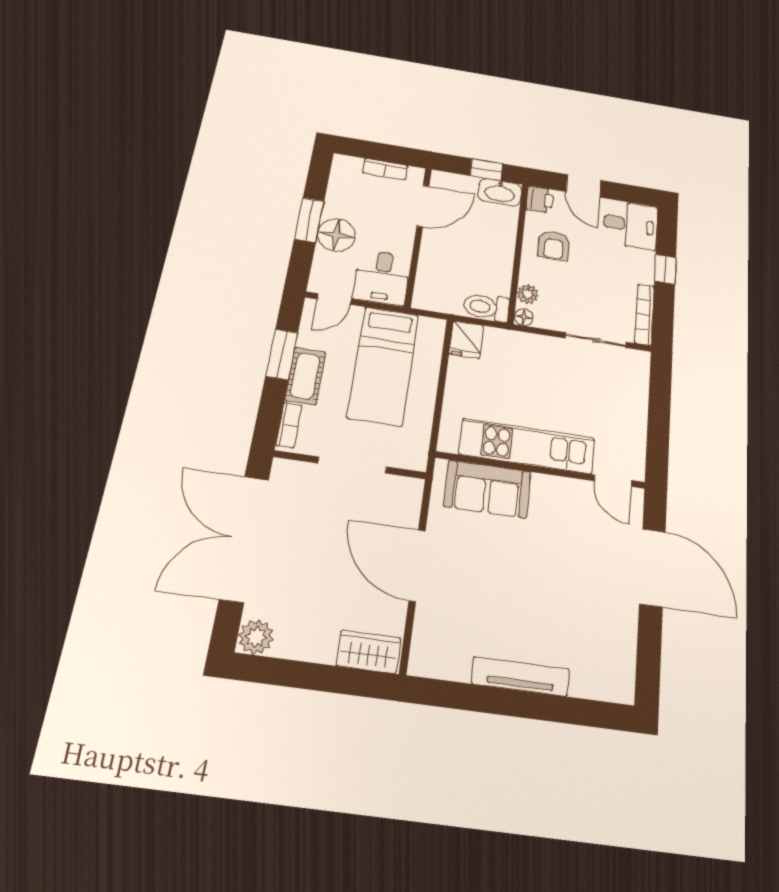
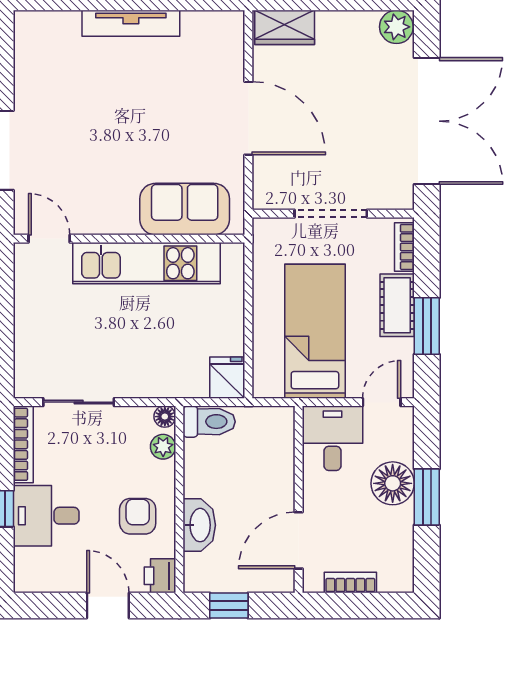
washbasin: (500, 192) -> (199, 525), moved, turned 90
desk: (631, 225) -> (46, 516), moved

